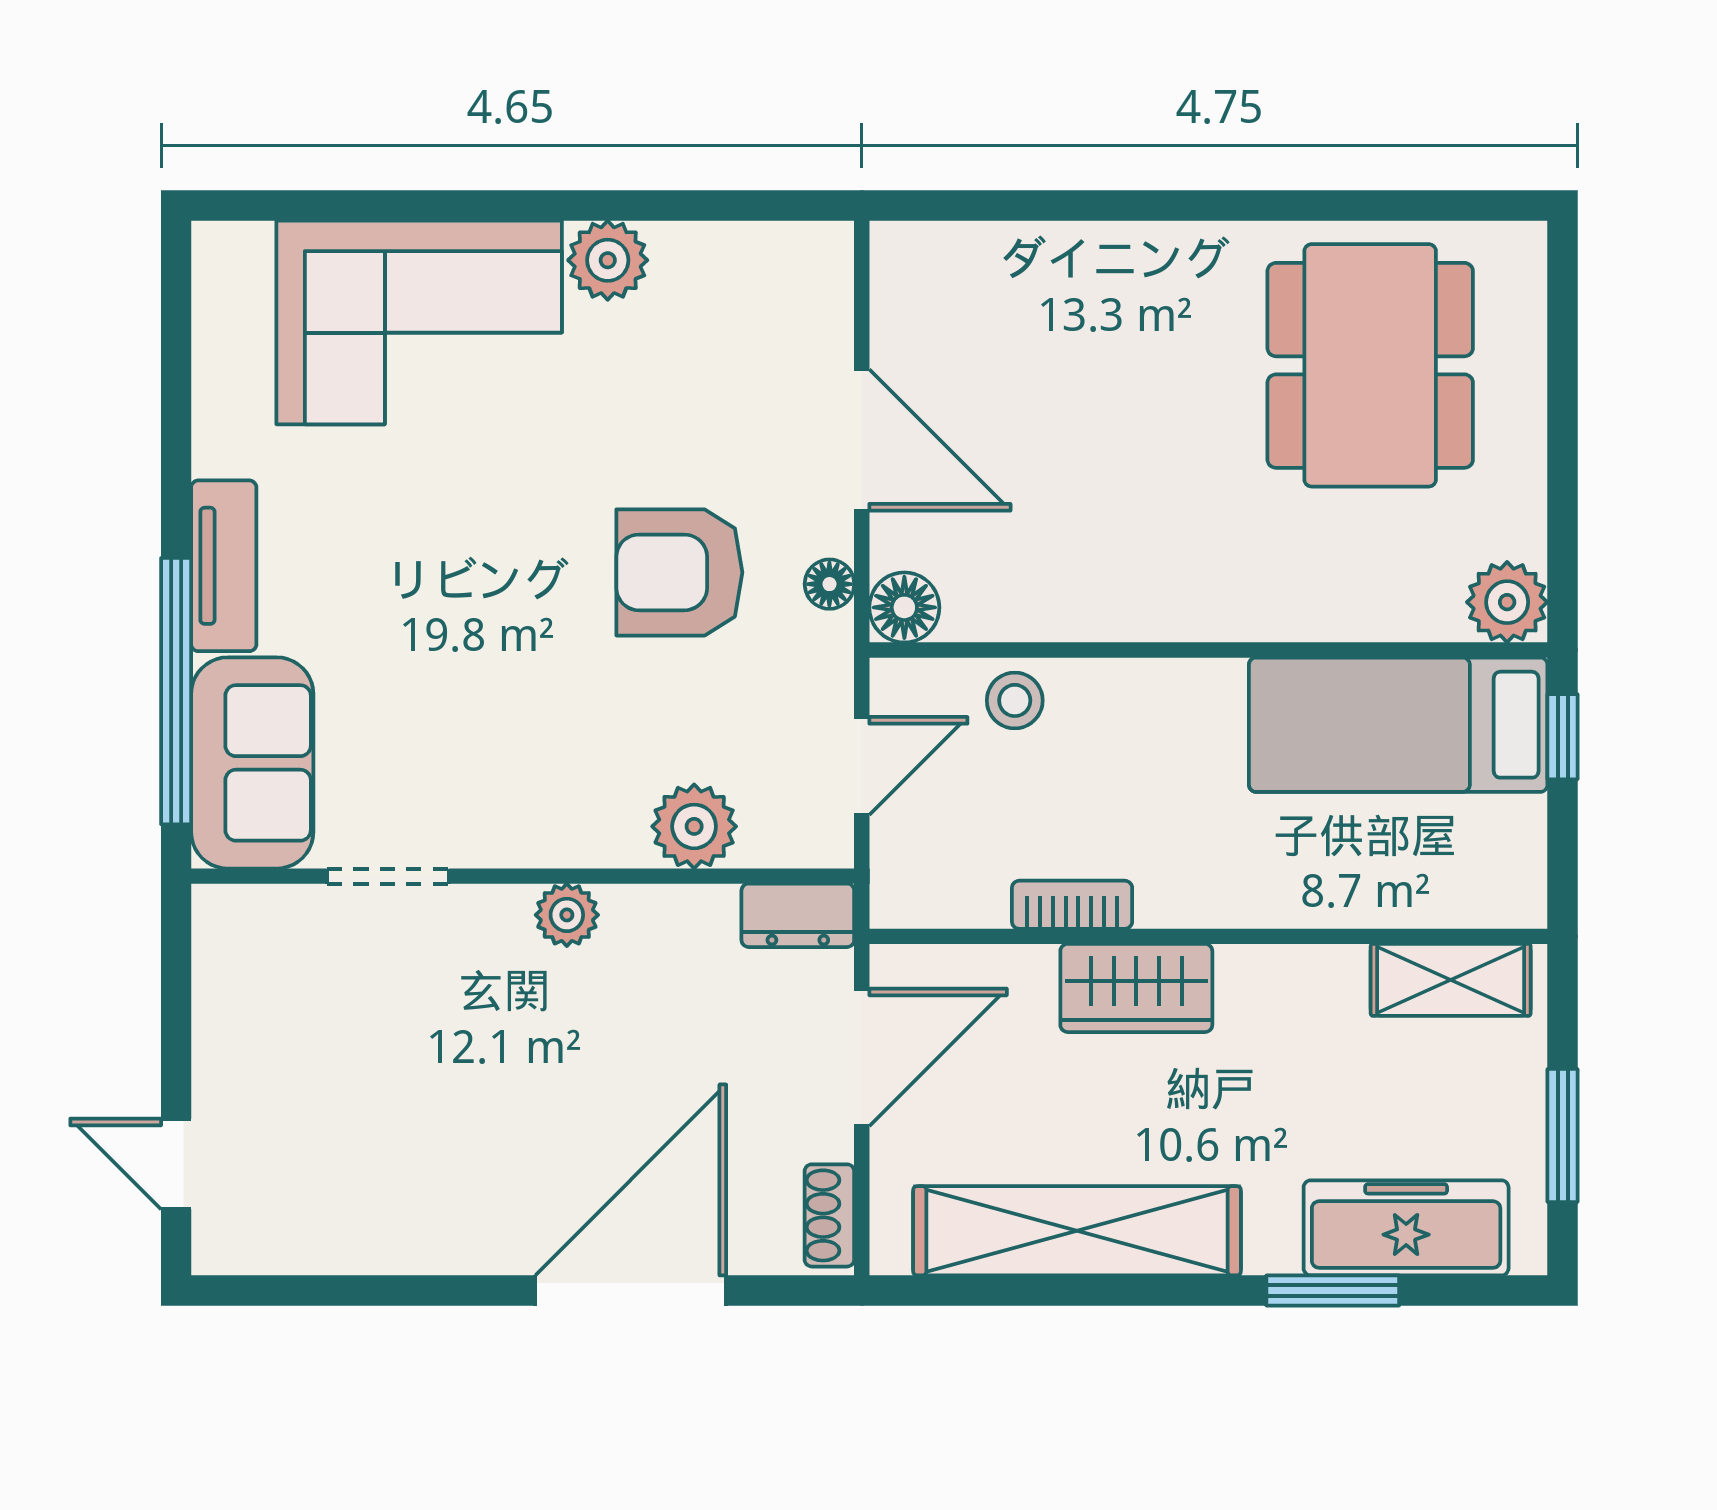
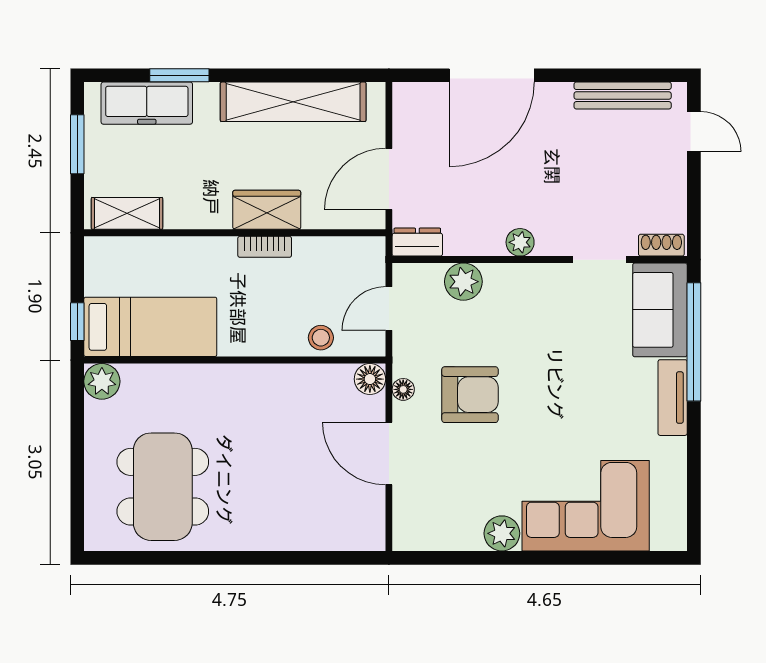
bookcase: (1072, 905) -> (265, 247), moved
shoe rack: (829, 1215) -> (661, 245), moved, turned -90
bench: (336, 1245) -> (623, 96), added

